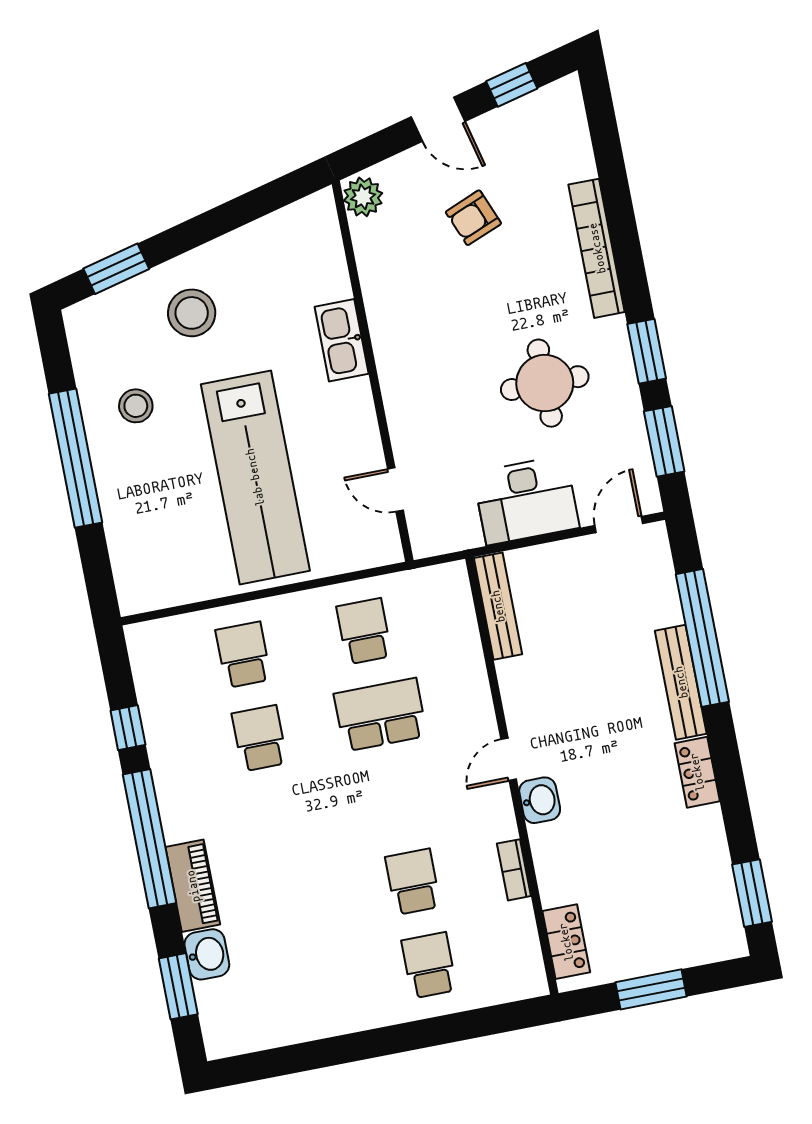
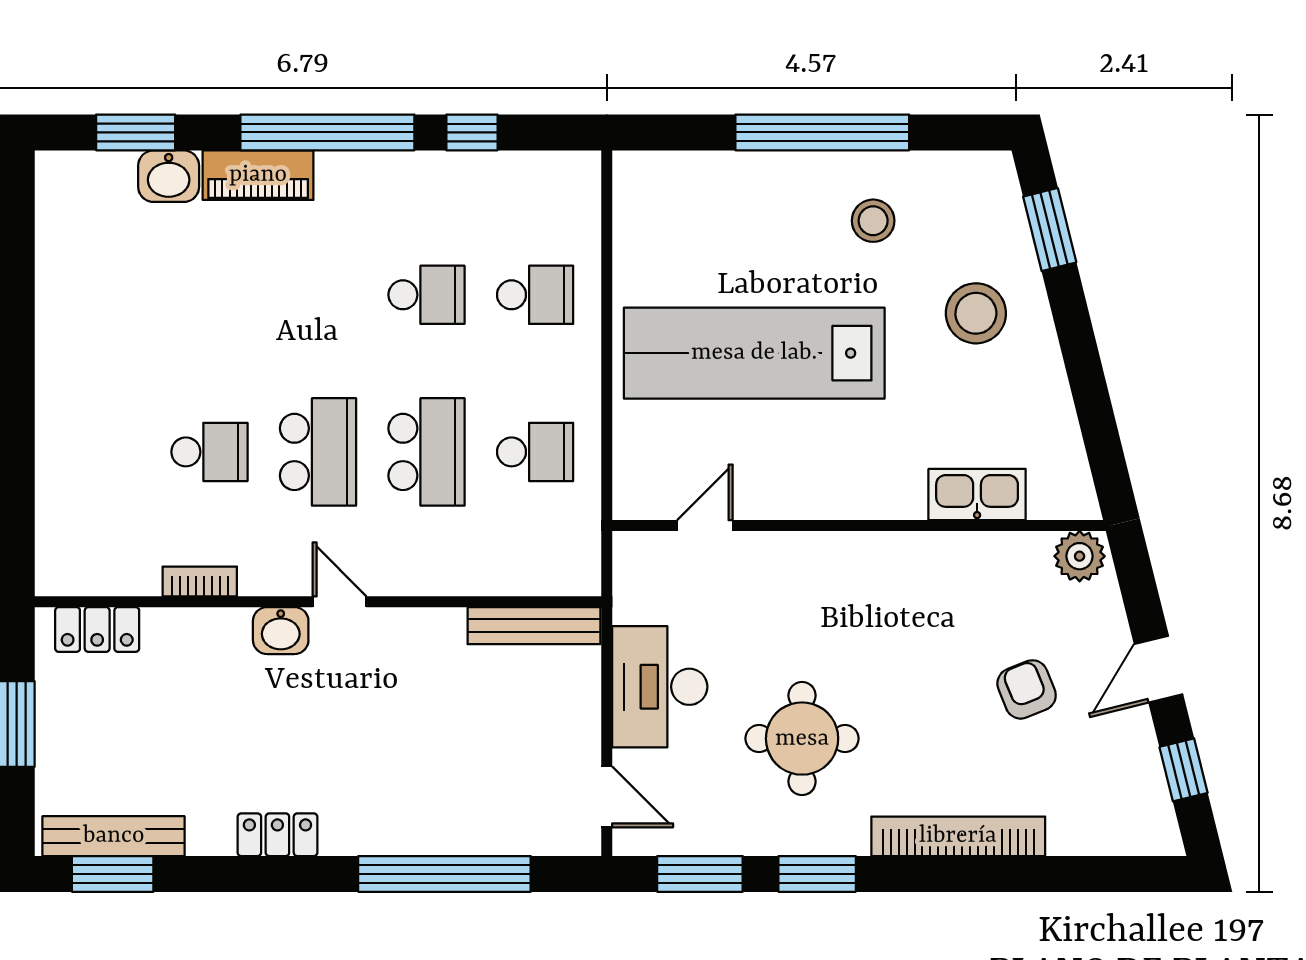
kitchen sink: (342, 340) -> (977, 495), moved
bench: (681, 682) -> (114, 836), moved
school desk: (429, 965) -> (318, 452), moved, width x1.85

